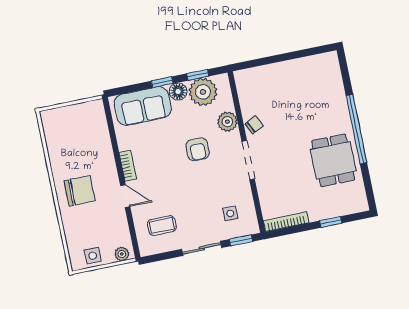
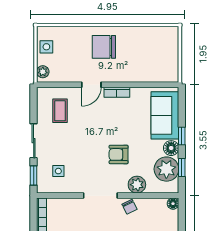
floor lamp: (240, 77) -> (173, 204), added
chair: (80, 191) -> (104, 47), turned 90

